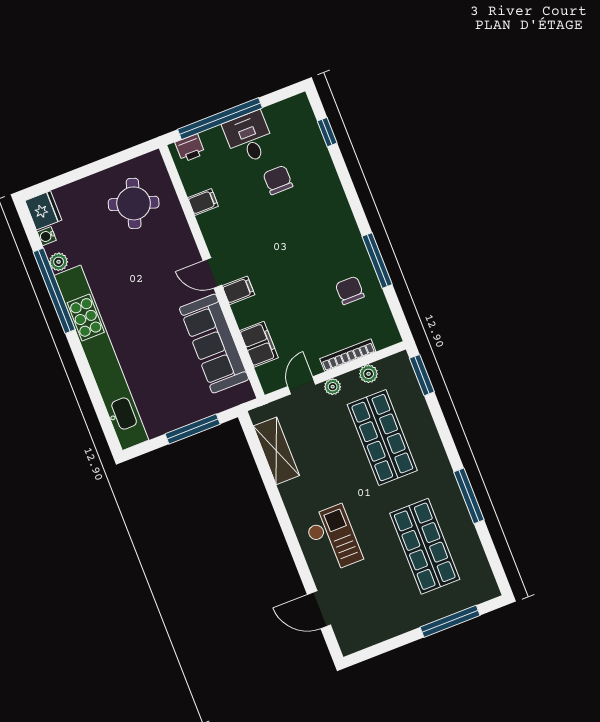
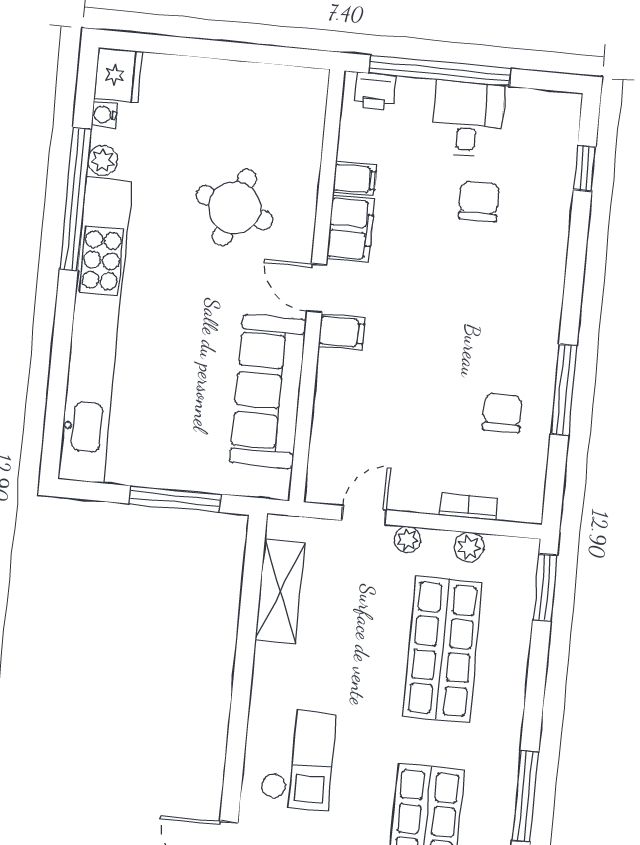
round table: (134, 203) -> (235, 208), moved
filing cabinet: (259, 344) -> (351, 229), moved
bookcase: (348, 355) -> (468, 507), width x0.64

